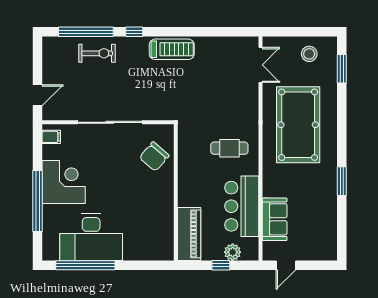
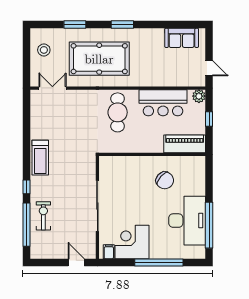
treadmill: (172, 49) -> (40, 158), turned 180
window: (342, 69) -> (75, 25), moved
cafe table: (229, 148) -> (118, 112), width x1.37, depth x1.35
chair: (154, 157) -> (165, 180), moved
window: (342, 181) -> (122, 25), moved
corner desk: (64, 182) -> (132, 242), moved
sofa: (275, 219) -> (182, 38), moved, turned 180
plant: (233, 252) -> (199, 96), moved

